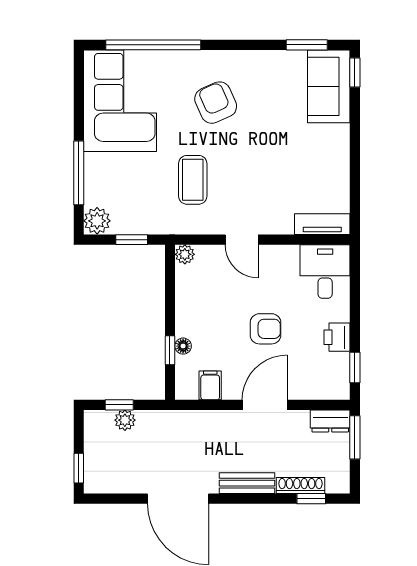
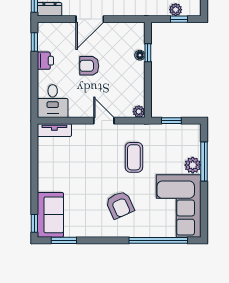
plant: (97, 221) -> (193, 165), moved
filing cabinet: (210, 385) -> (123, 31), removed

